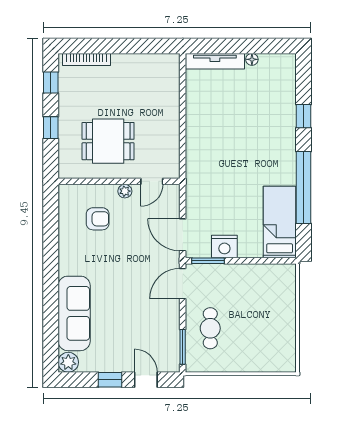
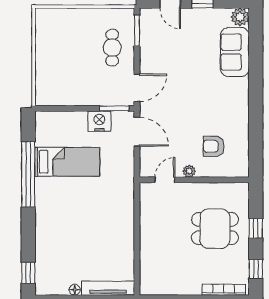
window: (304, 116) -> (28, 273), moved
dining table: (108, 141) -> (215, 229), moved
bed: (280, 222) -> (67, 162), moved, turned -90
sofa: (74, 313) -> (235, 52), width x0.73

